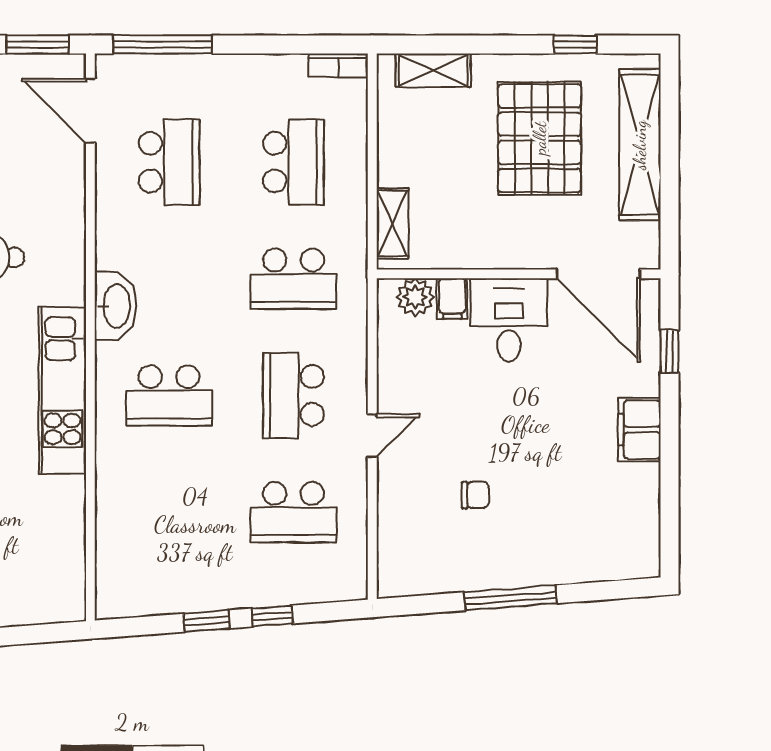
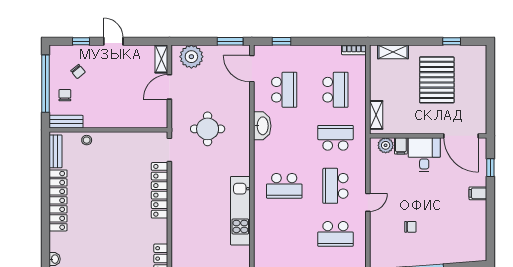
window: (163, 44) -> (282, 41), width x0.46
shelving: (640, 145) -> (478, 83), removed
school desk: (293, 279) -> (335, 138), turned 180
washbasin: (116, 306) -> (262, 126), moved
kitchen unit: (62, 390) -> (240, 211), moved
filing cabinet: (639, 430) -> (478, 193), width x0.50

